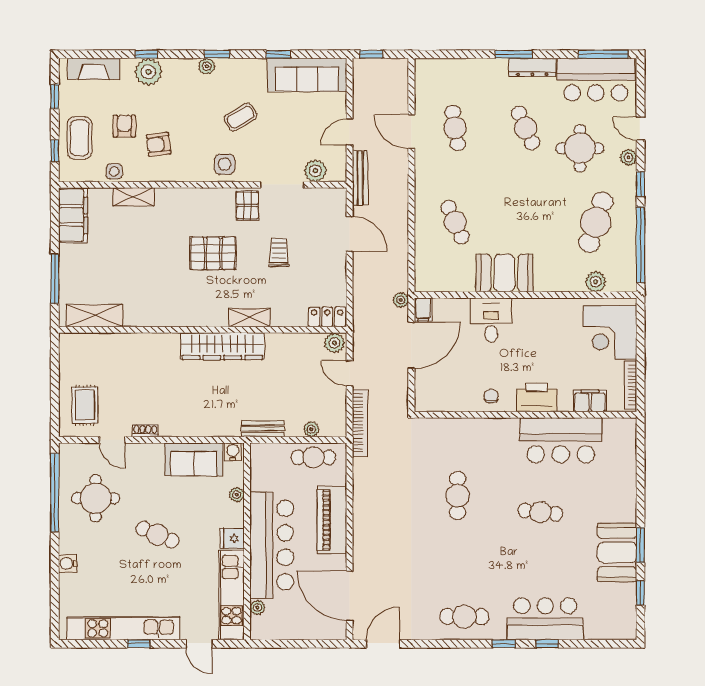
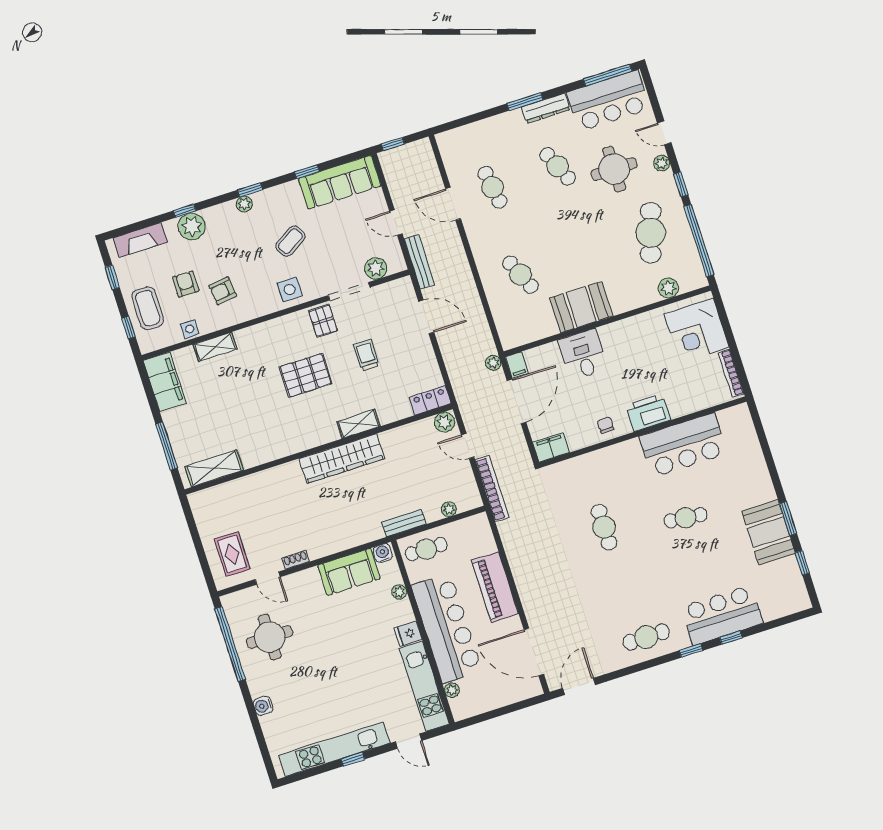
door: (350, 132) -> (396, 222), hinge flipped
filing cabinet: (590, 401) -> (551, 447), moved
cafe table: (313, 457) -> (426, 549), moved
cafe table: (157, 535) -> (338, 652), removed

